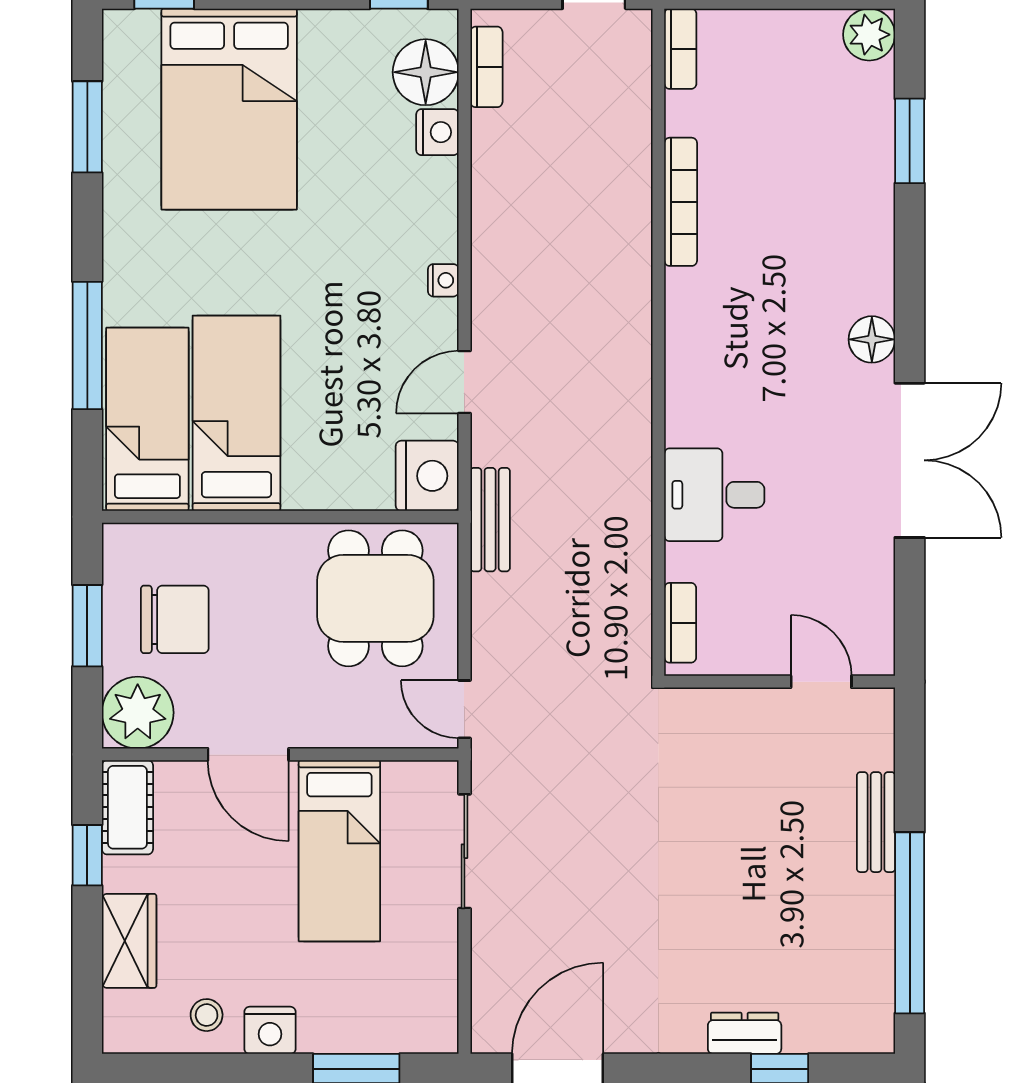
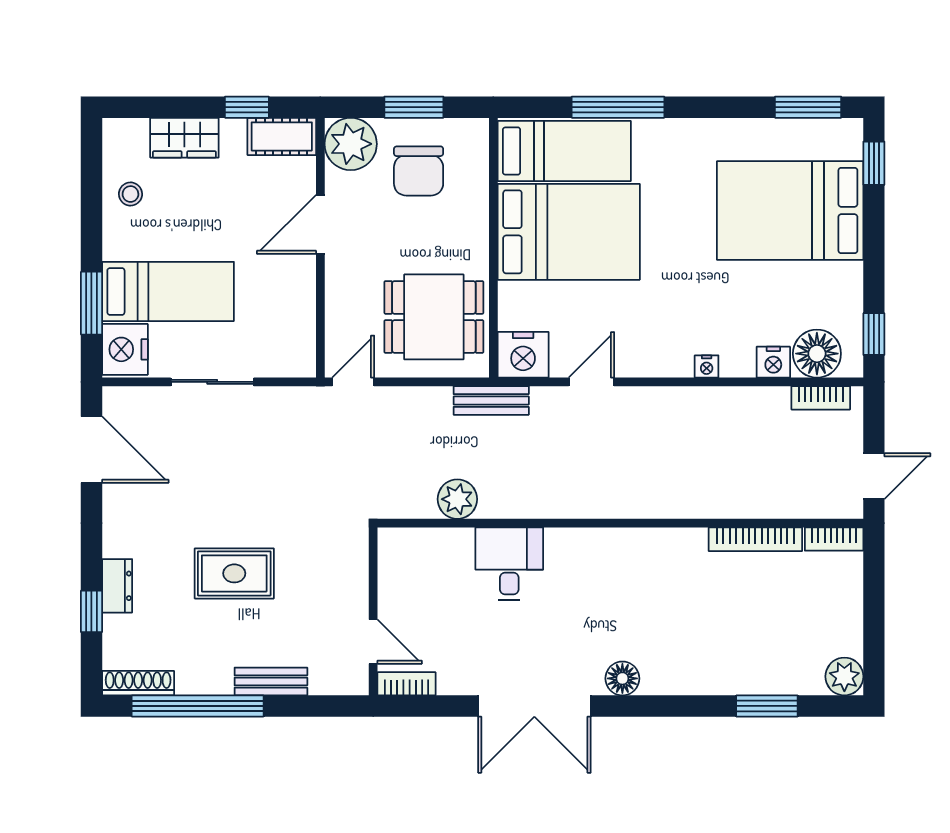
window: (87, 127) -> (808, 107), moved
bookcase: (681, 202) -> (755, 539), moved
nightstand: (443, 280) -> (707, 366), moved
door: (464, 382) -> (591, 382), hinge flipped
bed: (236, 413) -> (569, 232), width x1.50
plant: (626, 566) -> (457, 499), added
bookcase: (680, 623) -> (407, 684), moved, turned 180
door: (821, 682) -> (373, 642), hinge flipped
bed: (339, 851) -> (168, 291), moved, turned 180
sliding door: (464, 851) -> (212, 382), moved
rug: (728, 872) -> (234, 573), added
shoe rack: (878, 1004) -> (138, 683), added
nightstand: (270, 1030) -> (125, 349), moved, width x1.36, depth x1.33

